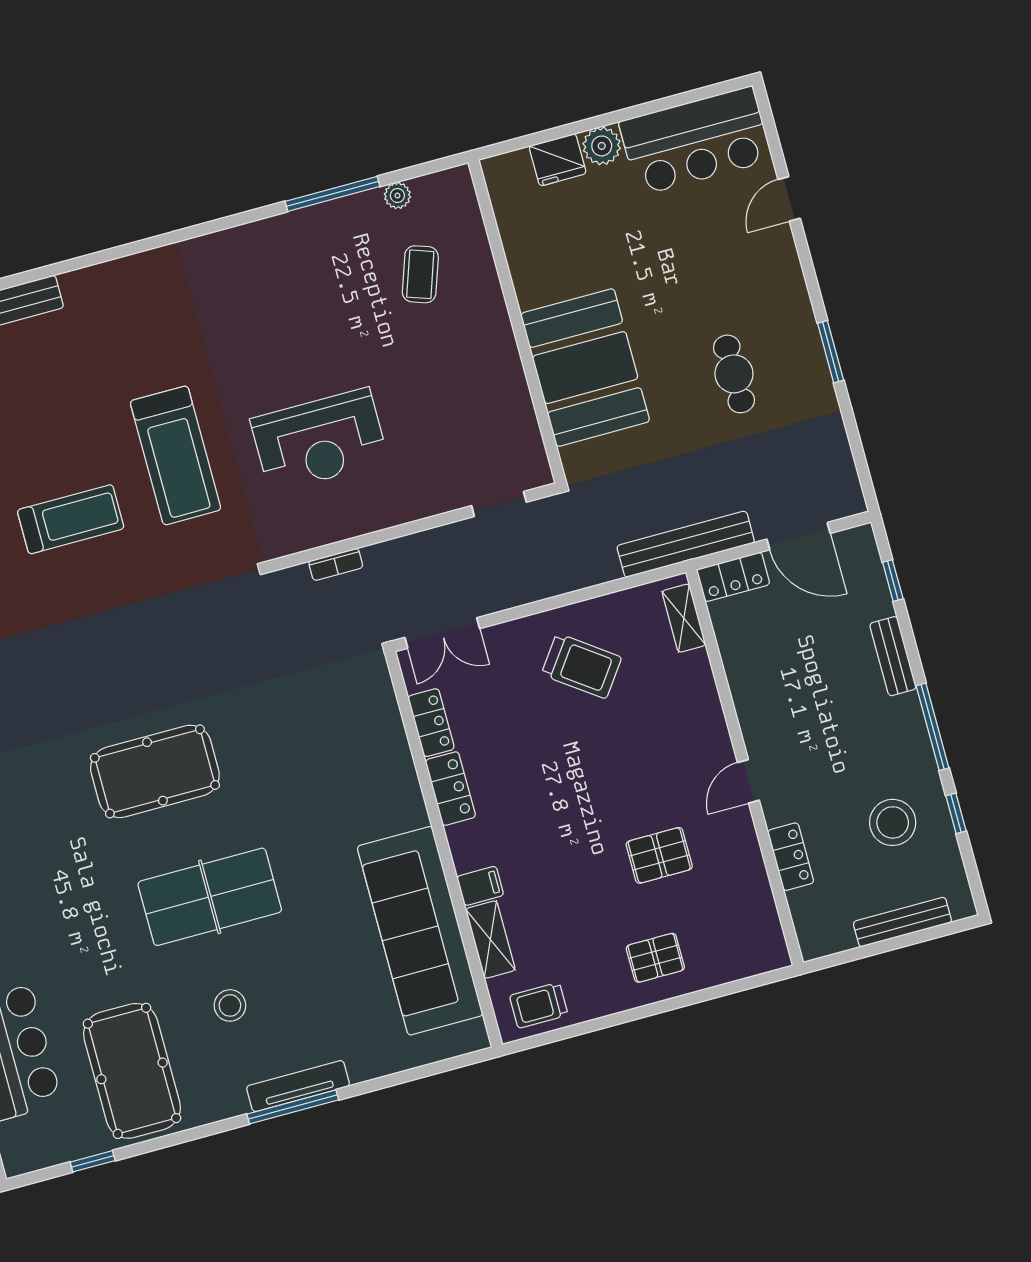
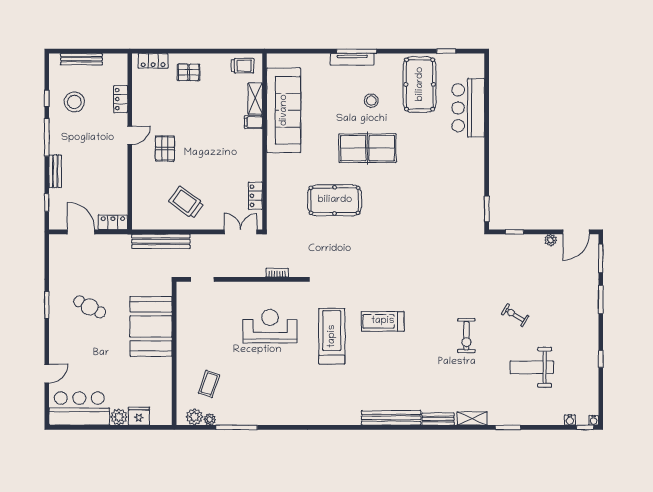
plant: (433, 192) -> (194, 417), added
cafe table: (734, 374) -> (90, 307), turned -62
bench: (686, 544) -> (161, 241), moved
shelving: (684, 618) -> (138, 211), removed
pool table: (155, 771) -> (335, 200), moved
locker: (450, 789) -> (153, 61), moved, turned -90
pallet: (659, 855) -> (165, 148), moved, turned 90

